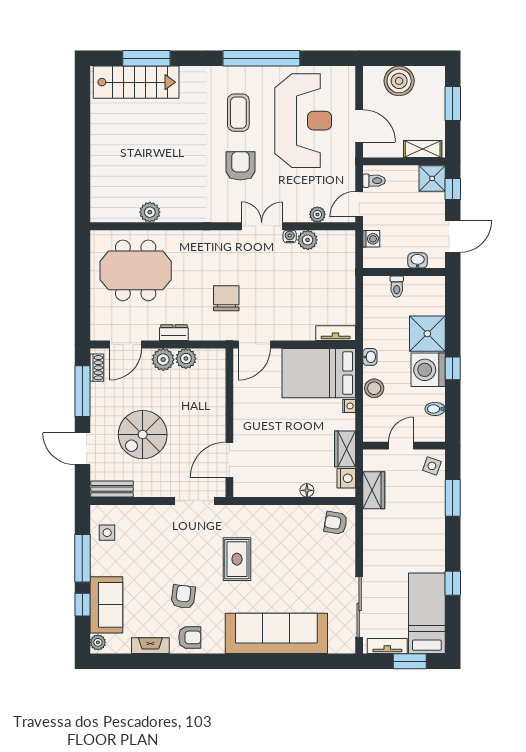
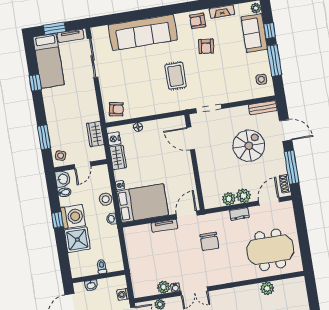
tv unit: (336, 333) -> (164, 226), moved
washbasin: (435, 430) -> (63, 179), added
door: (229, 460) -> (191, 139), swing flipped

